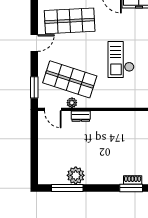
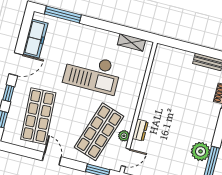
checkout: (121, 60) -> (92, 73), width x1.36, depth x1.21

